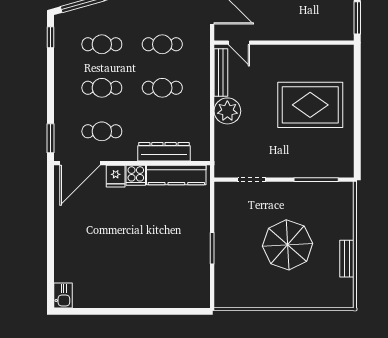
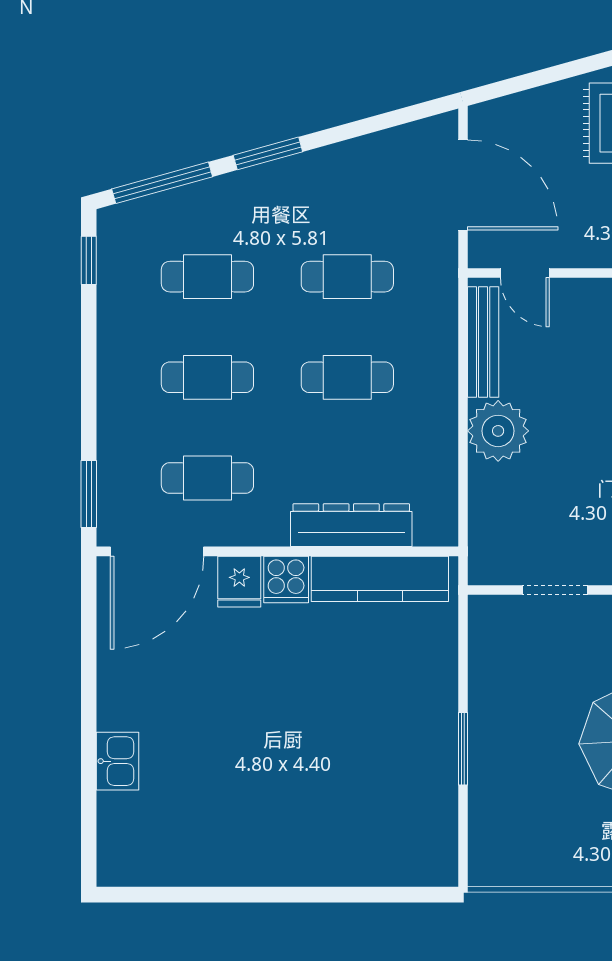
kitchen sink: (63, 295) -> (118, 761), moved

